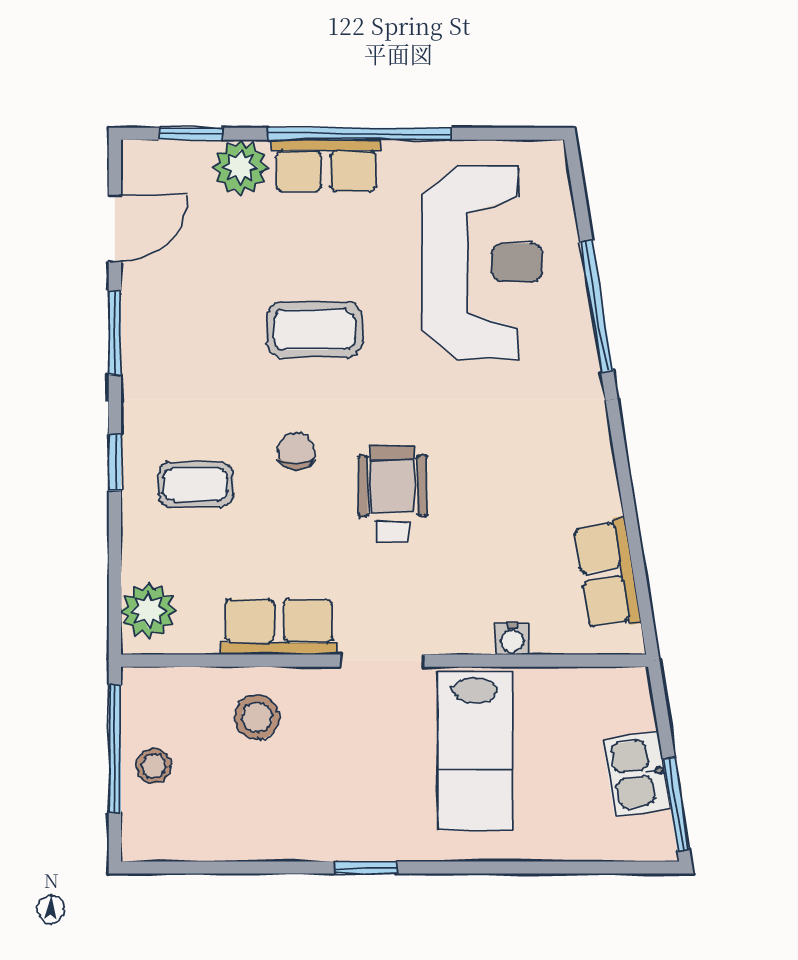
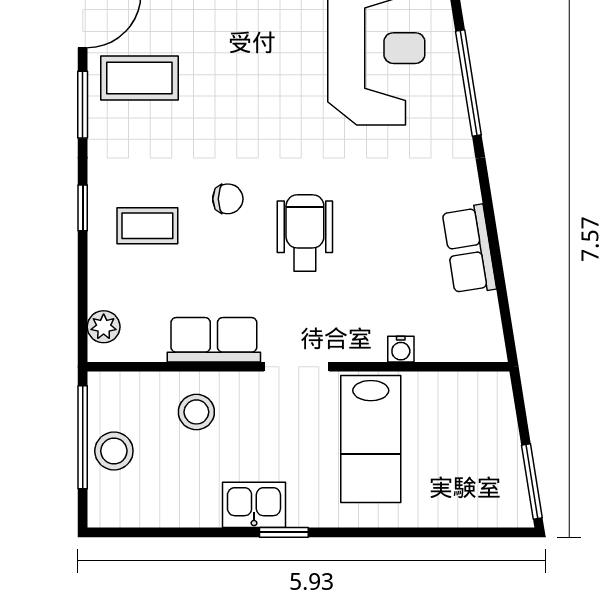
coffee table: (314, 330) -> (139, 78), moved
chair: (296, 451) -> (228, 199), turned 90
row of seats: (607, 574) -> (469, 250), moved
plant: (149, 611) -> (104, 327), width x0.73, depth x0.73
stool: (154, 766) -> (114, 451), width x1.37, depth x1.37
kitchen sink: (637, 774) -> (254, 505), moved, turned 99

